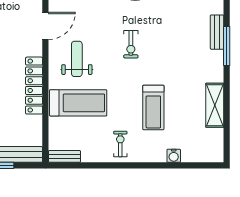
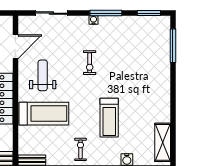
bench: (217, 32) -> (165, 52), removed
window: (227, 46) -> (173, 46), moved
shelving: (215, 105) -> (163, 142), moved

